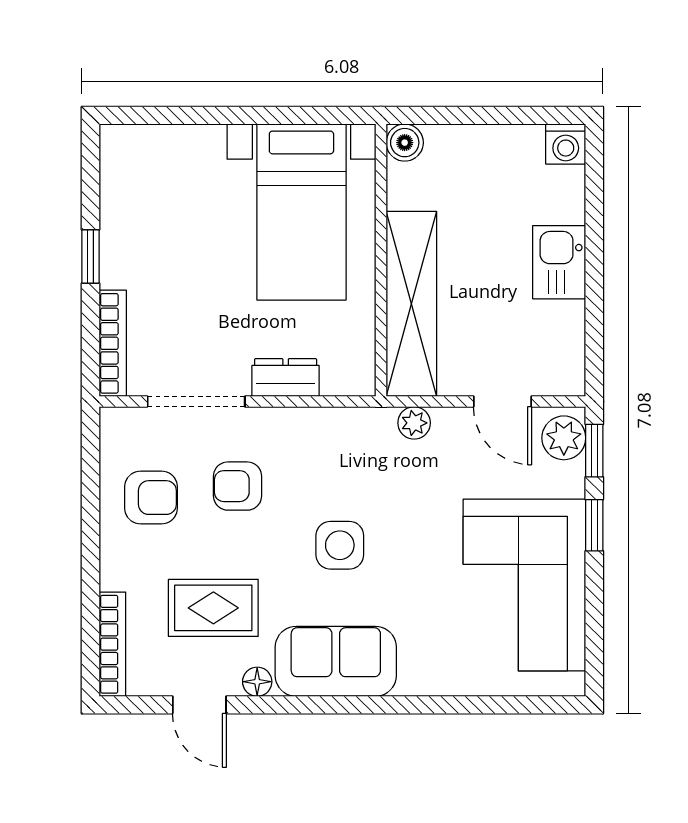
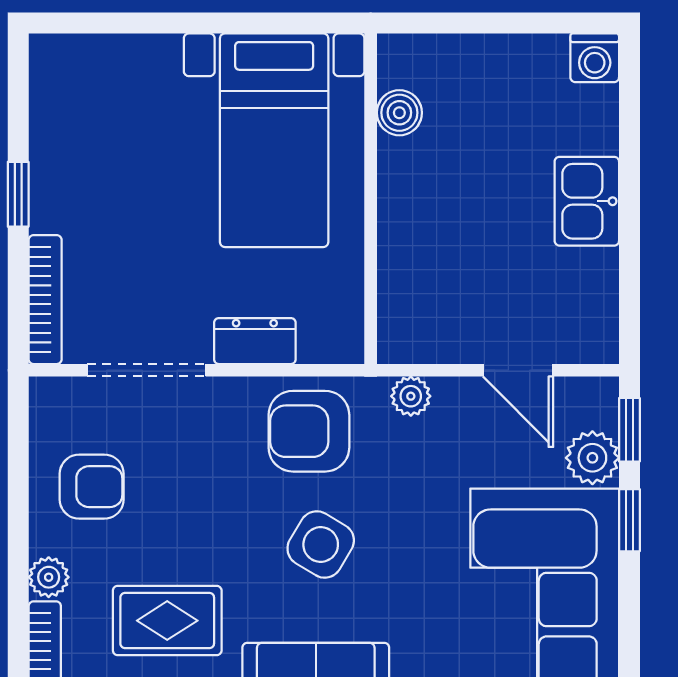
boiler: (405, 143) -> (399, 113), moved
shelving: (411, 304) -> (407, 252), removed
plant: (564, 438) -> (592, 458), moved
armchair: (238, 486) -> (309, 431), moved, width x1.38, depth x1.38
side table: (340, 545) -> (321, 544), turned 31
plant: (116, 572) -> (49, 577), added

